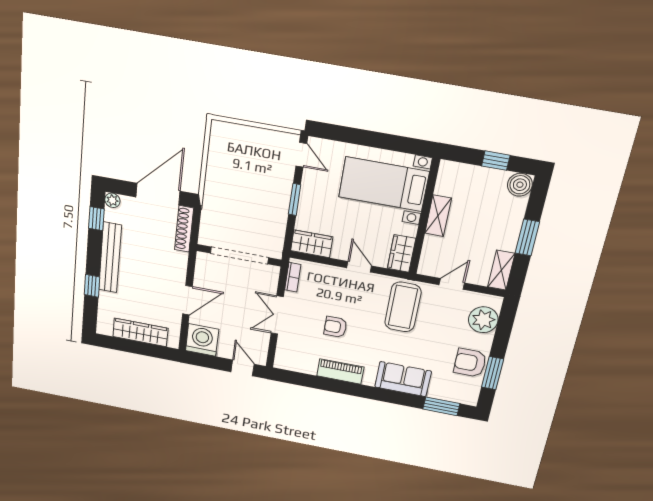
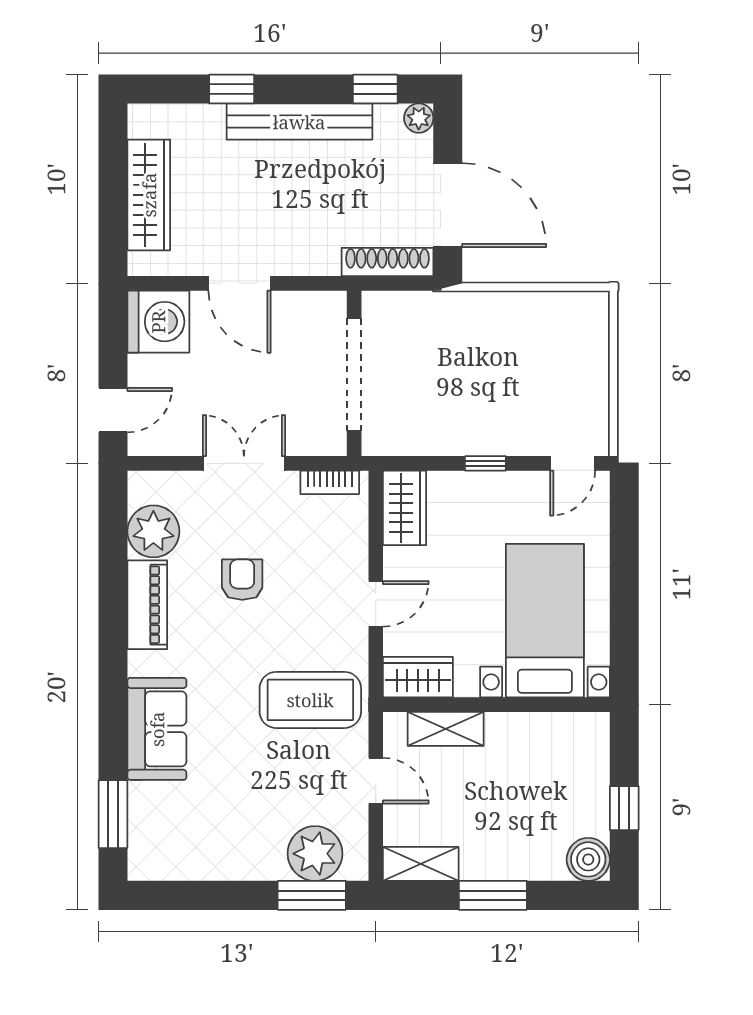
window: (295, 200) -> (485, 463), width x0.67
shelving: (438, 216) -> (446, 729), moved
plant: (305, 362) -> (153, 531), added
armchair: (470, 363) -> (220, 849), removed
window: (493, 373) -> (312, 895), moved

